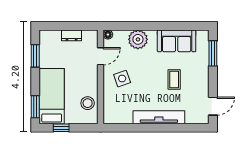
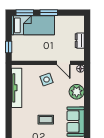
window: (35, 56) -> (49, 13), moved
stool: (88, 103) -> (28, 53), removed
tv unit: (159, 117) -> (17, 88), moved
window: (61, 128) -> (9, 47), moved

